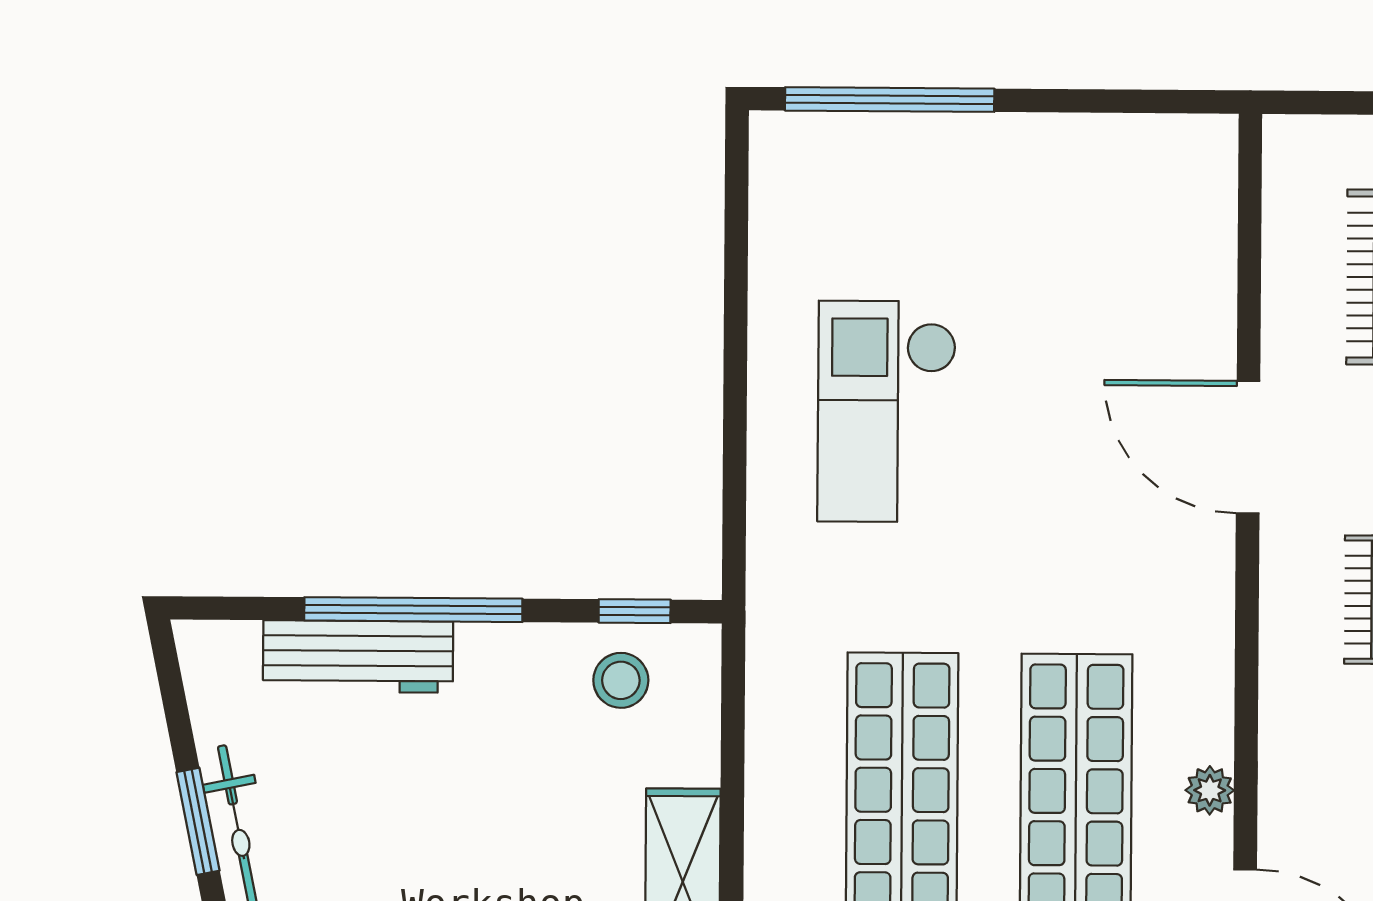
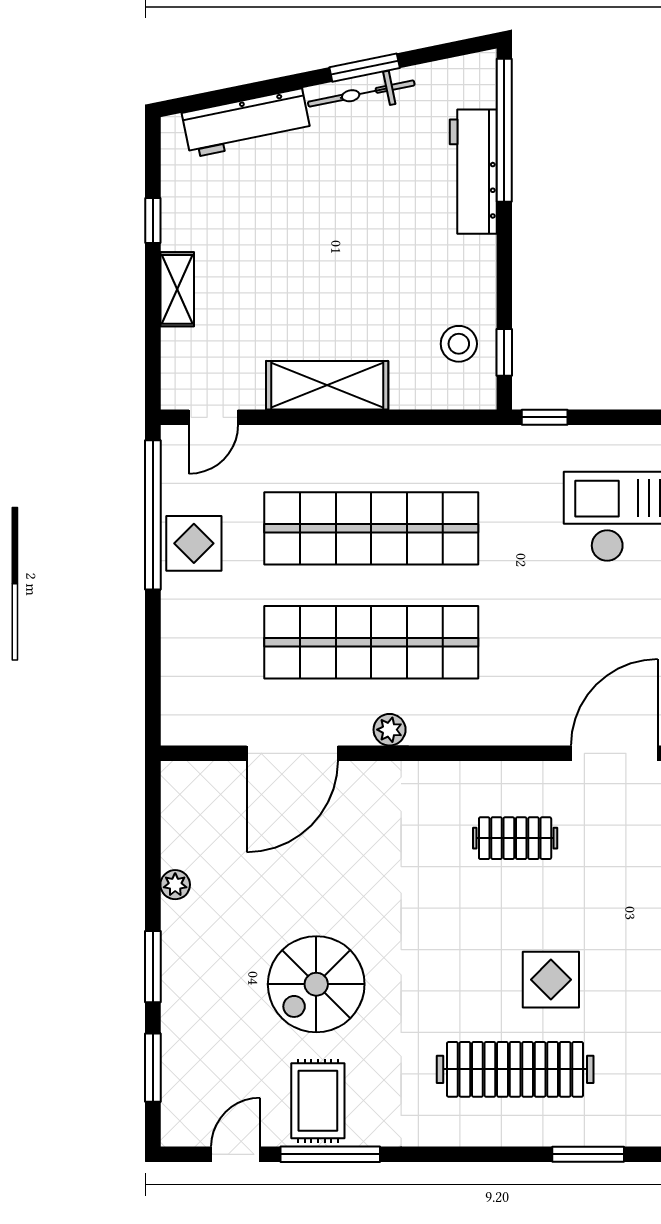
window: (734, 550) -> (545, 417), added
window: (413, 610) -> (504, 130), moved

